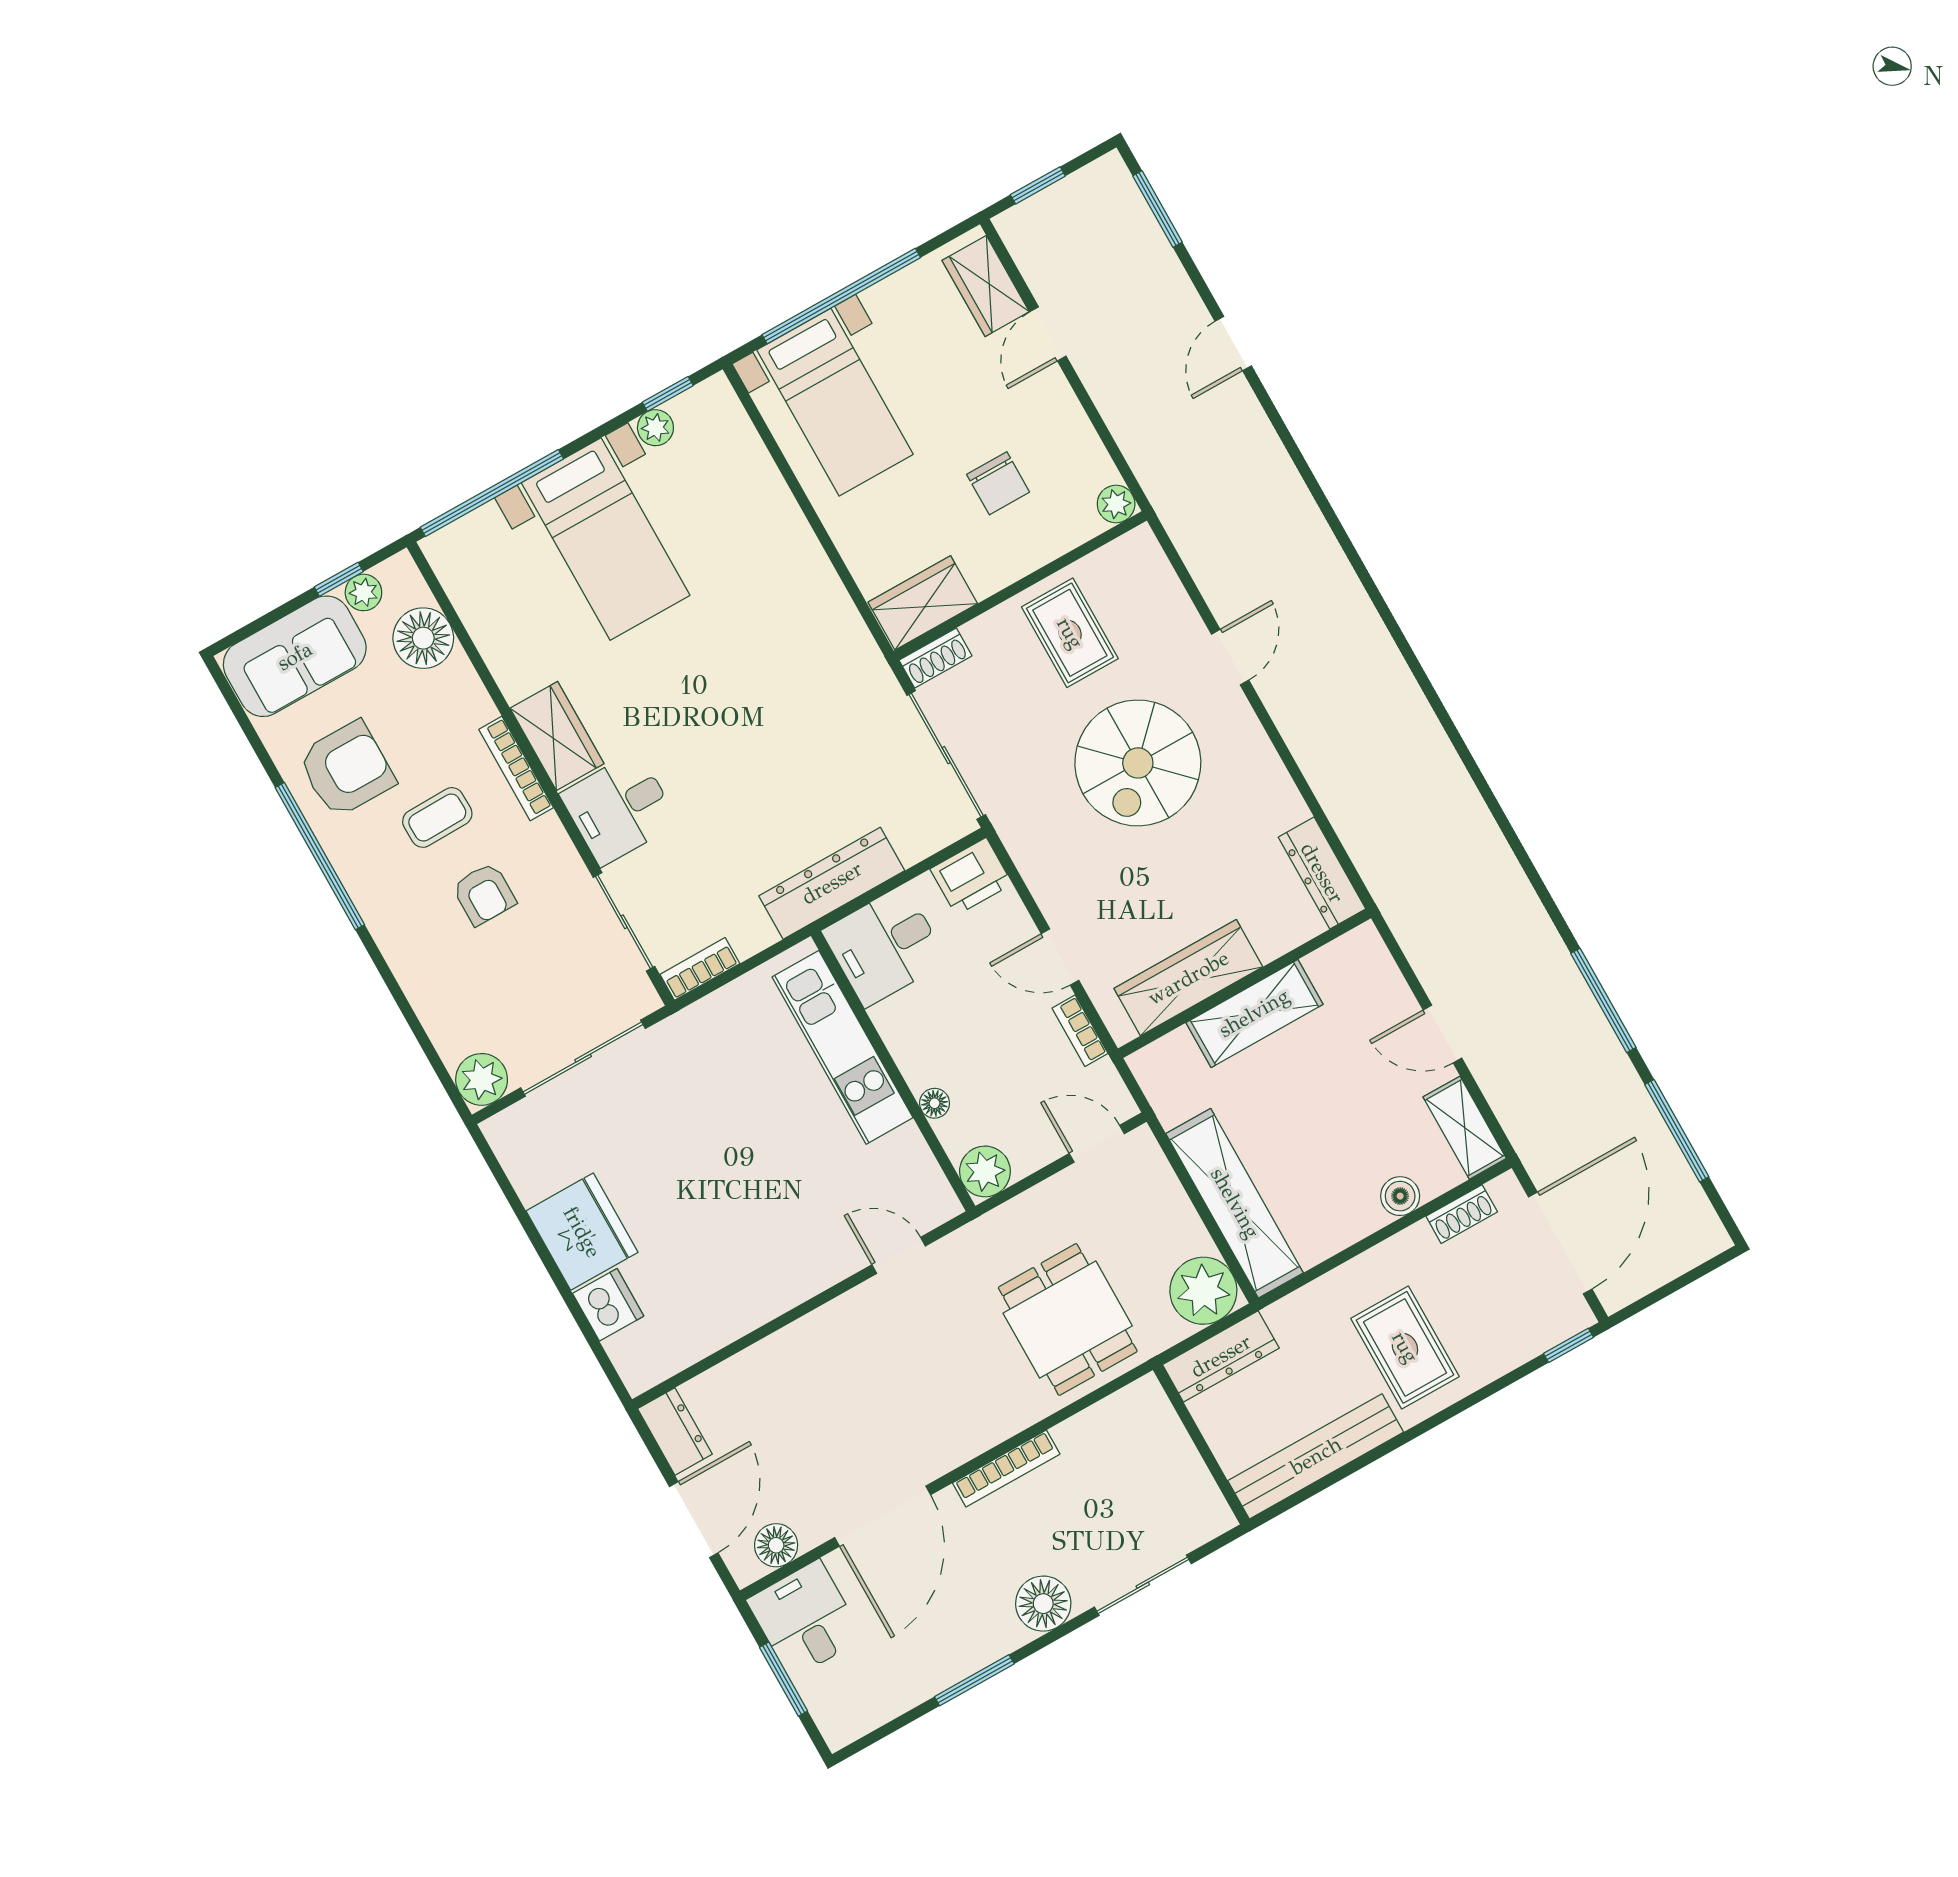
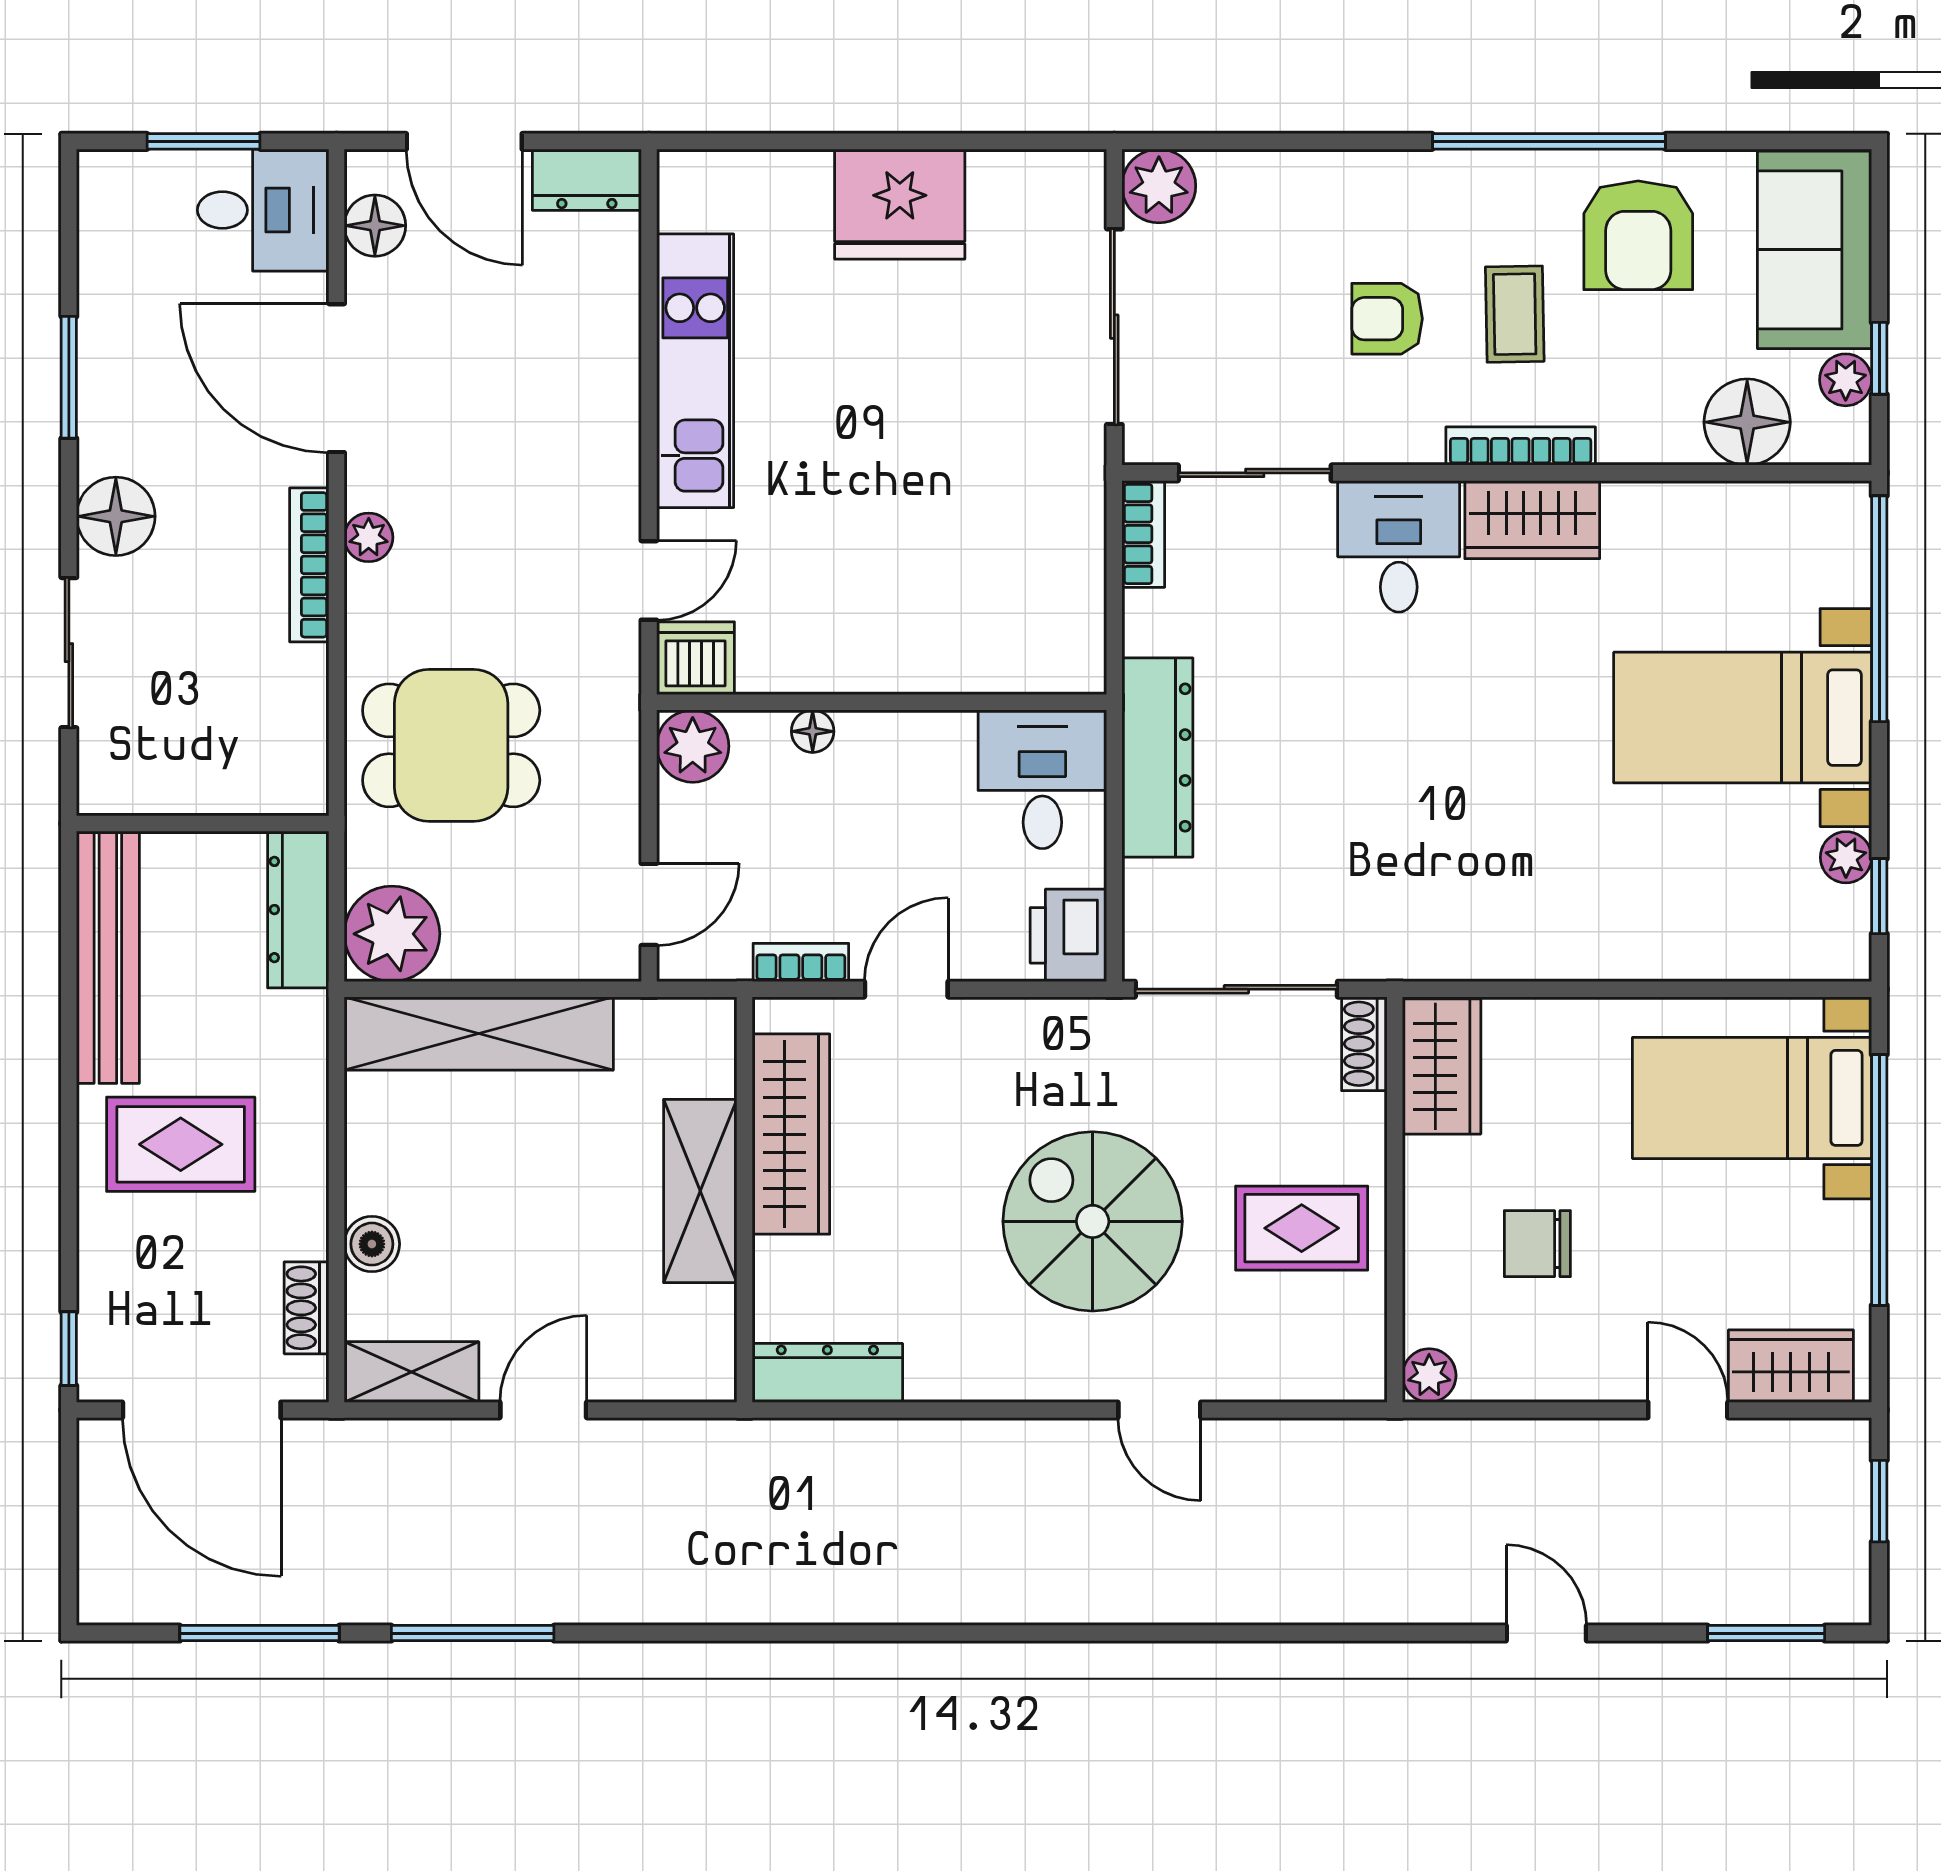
kitchen unit: (842, 1047) -> (695, 371), moved, turned 90
dishwasher: (608, 1305) -> (696, 658), moved, turned 180
plant: (969, 1442) -> (369, 537), added

